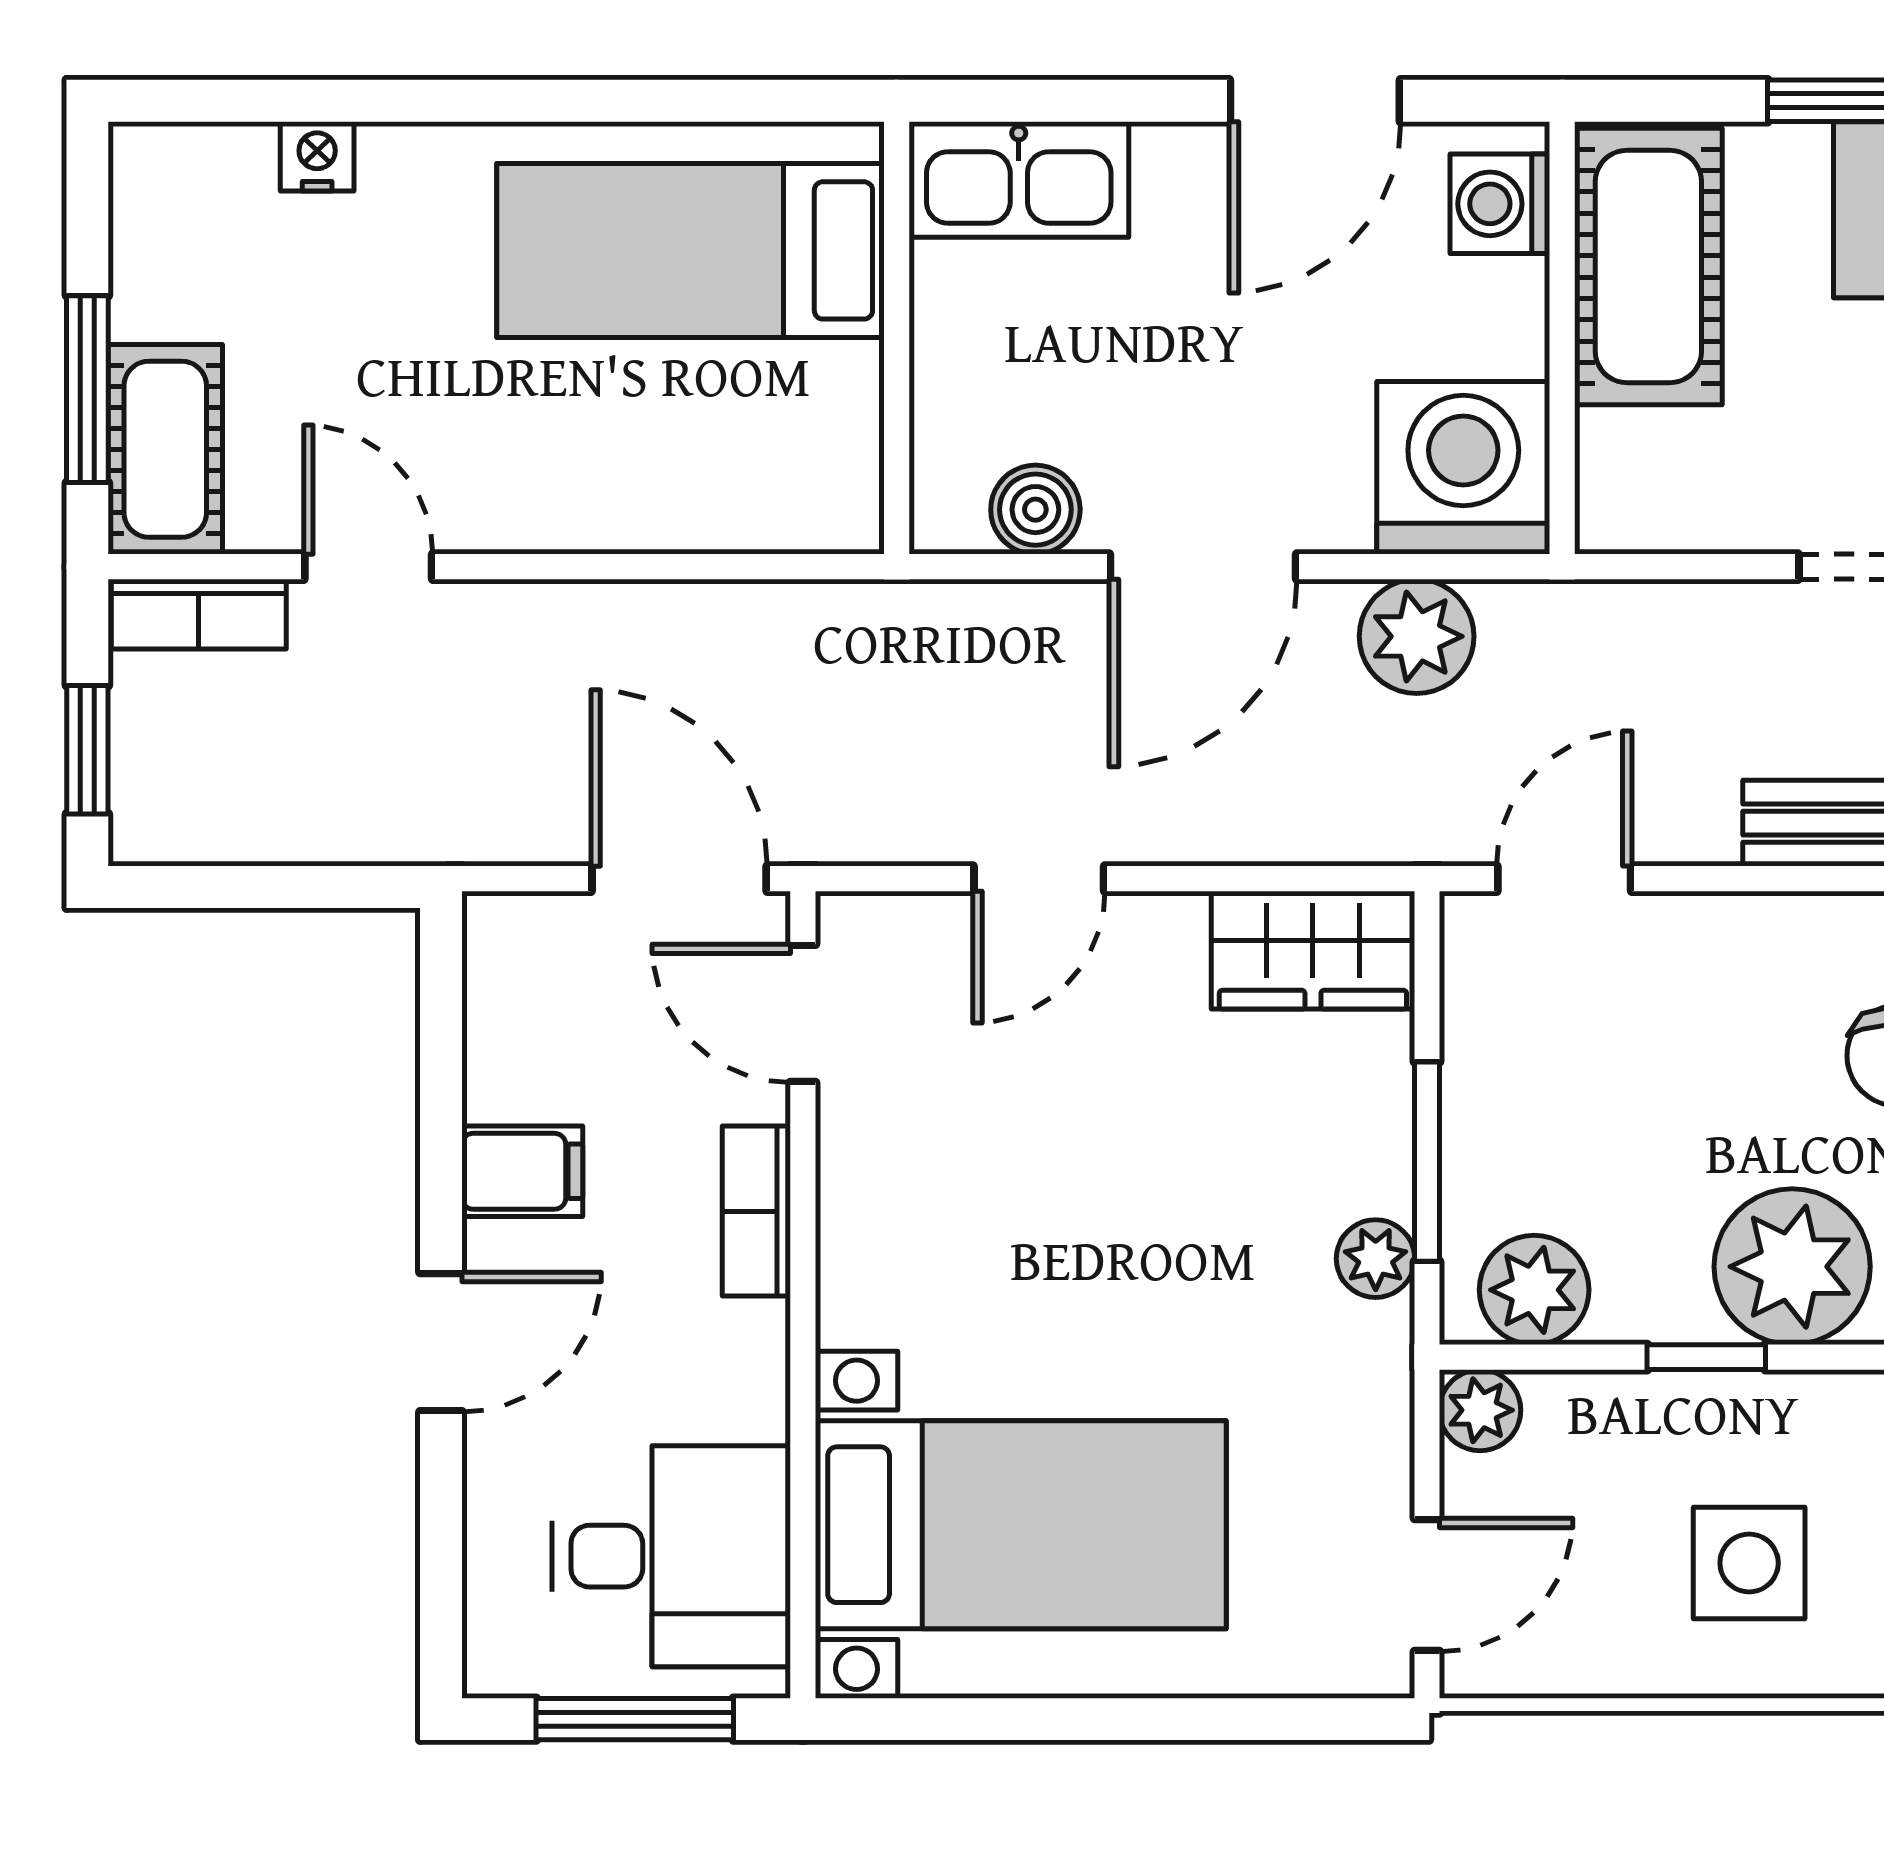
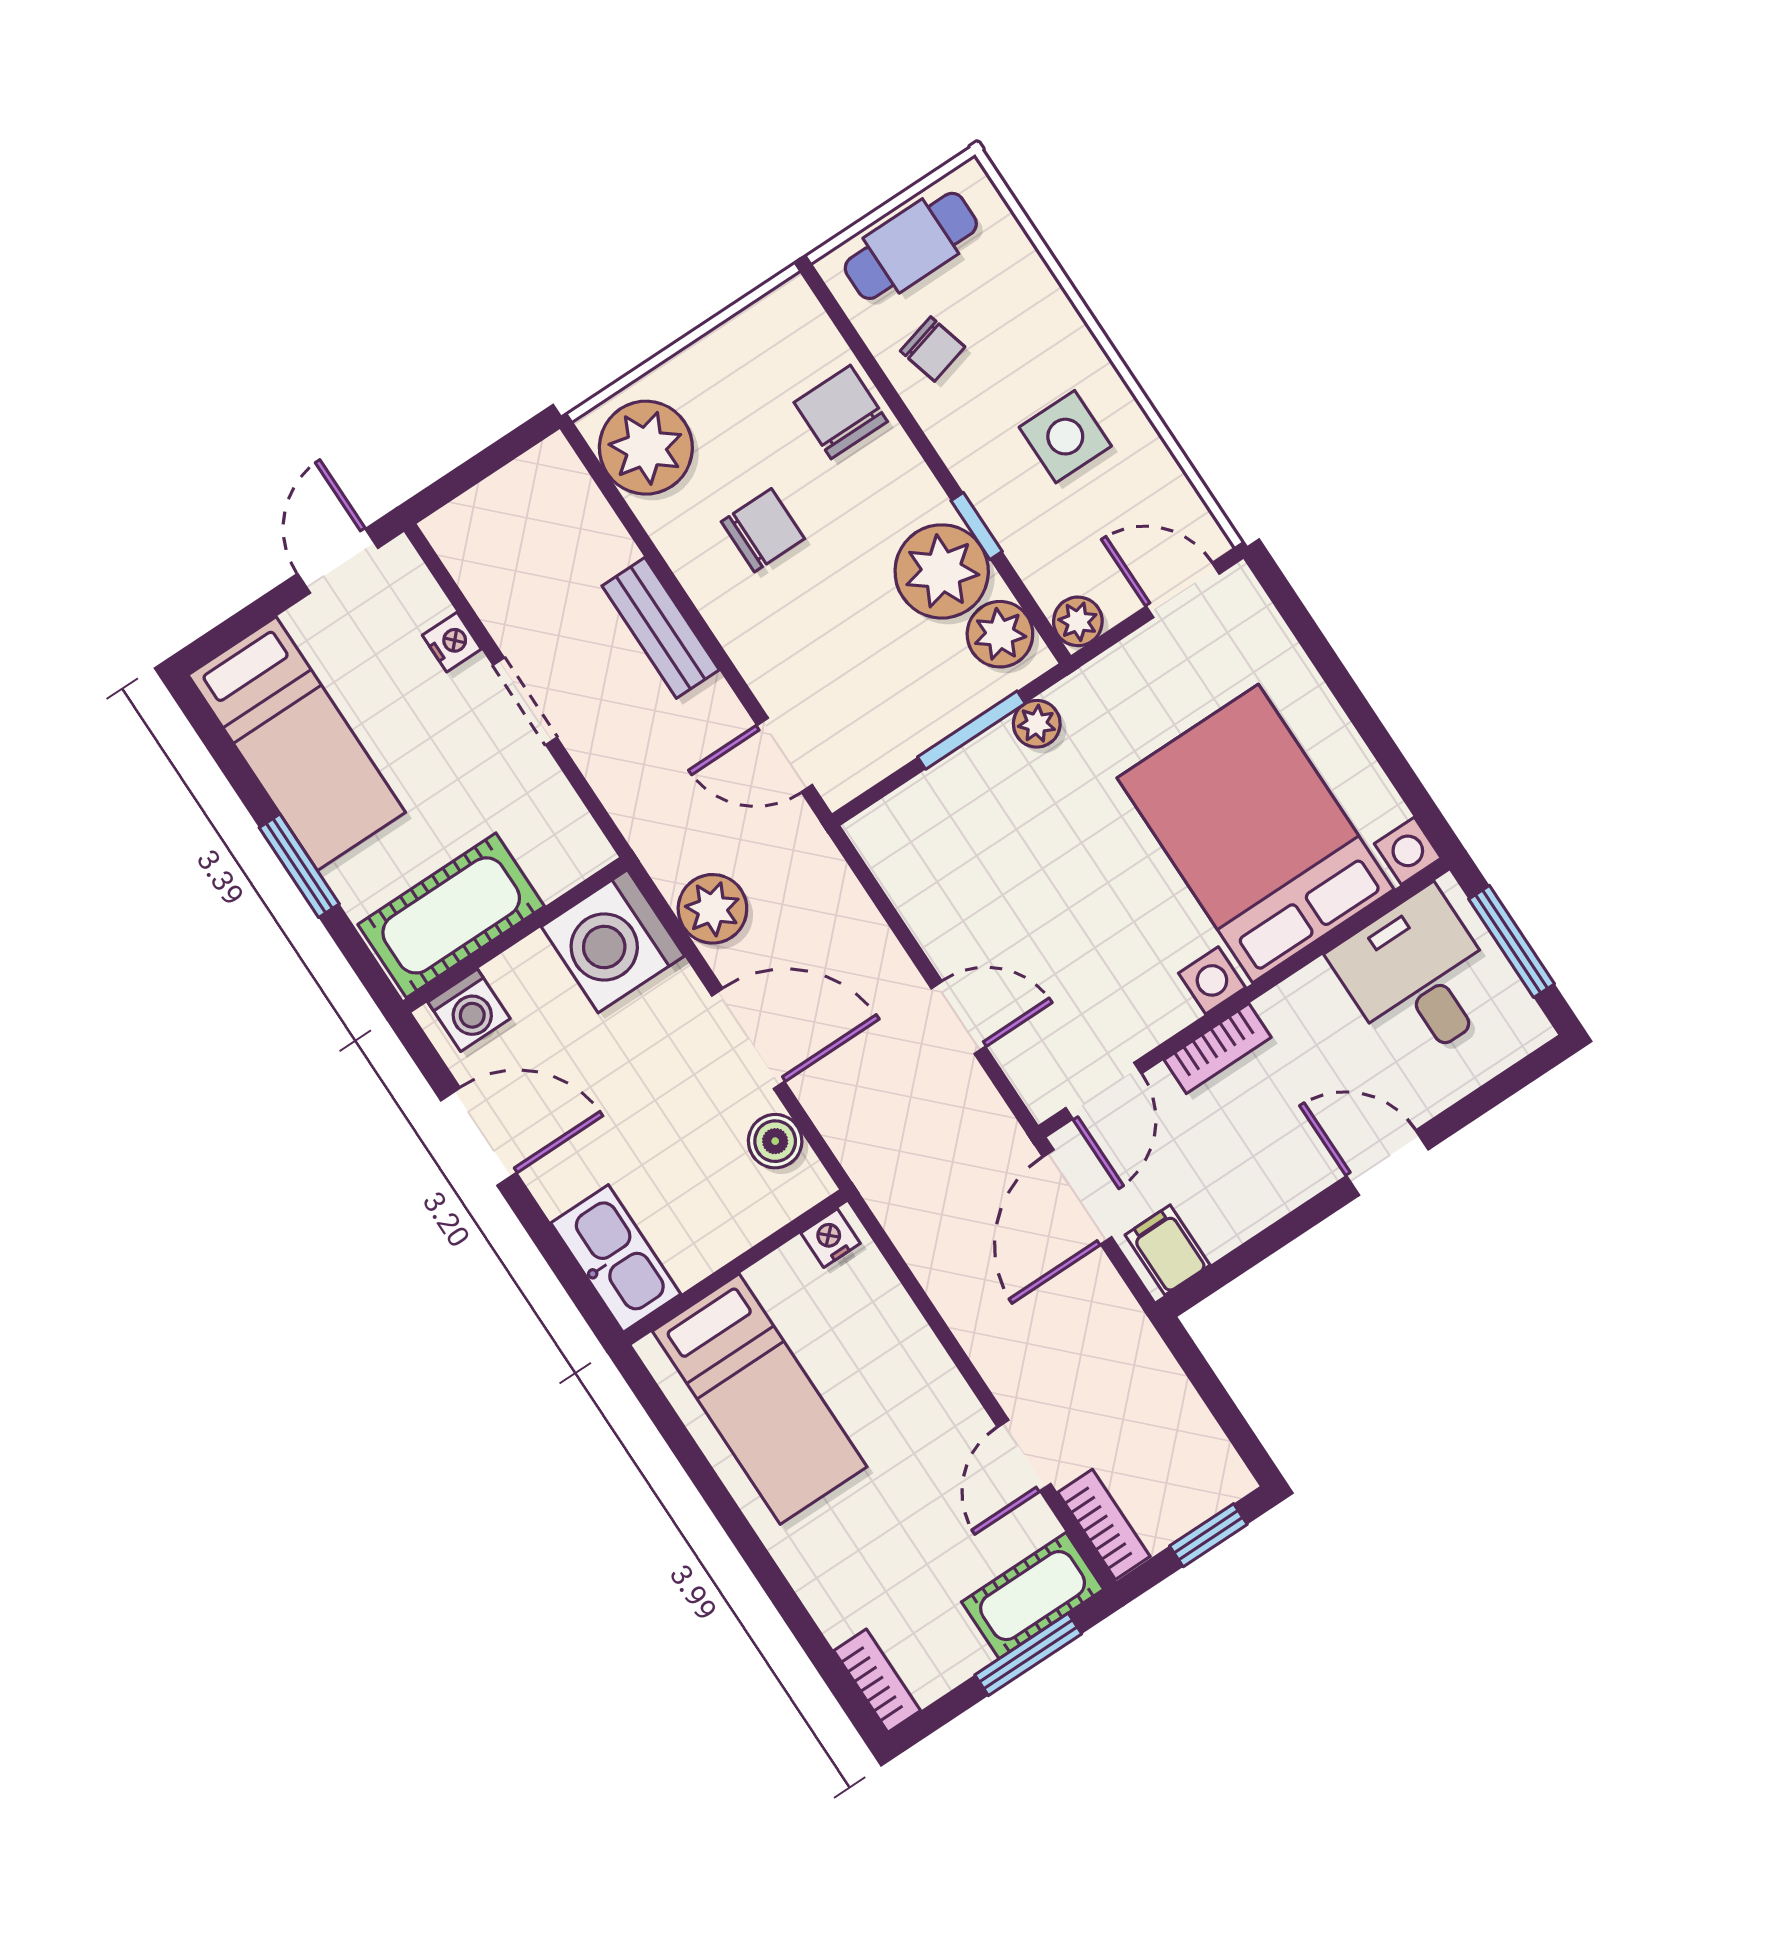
bookcase: (190, 154) -> (877, 1681), added
nightstand: (317, 156) -> (831, 1238), moved, turned 90
wardrobe: (1313, 950) -> (903, 857), removed
filing cabinet: (522, 1171) -> (1168, 1250), moved
plant: (1792, 1267) -> (942, 571), moved
bed with nightstands: (1021, 1525) -> (1256, 834), width x1.36

